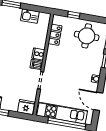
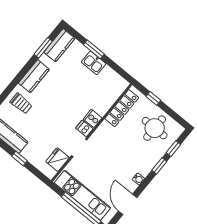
kitchen sink: (30, 16) -> (94, 63), moved
locker: (55, 35) -> (122, 108), width x1.53
fridge: (26, 107) -> (58, 160), moved, turned -90

